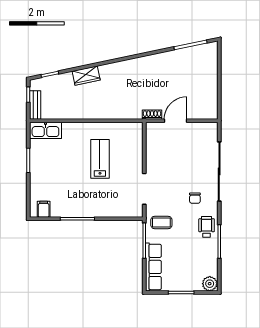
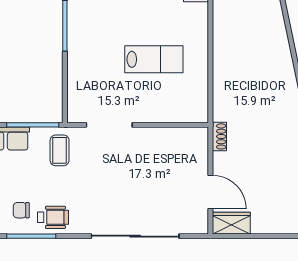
wardrobe: (86, 76) -> (231, 223), moved, turned 102
door: (176, 121) -> (210, 192), moved
chair: (195, 198) -> (21, 210), moved

